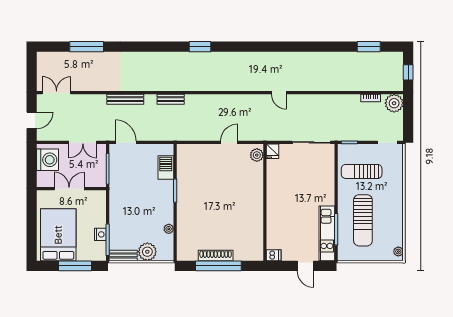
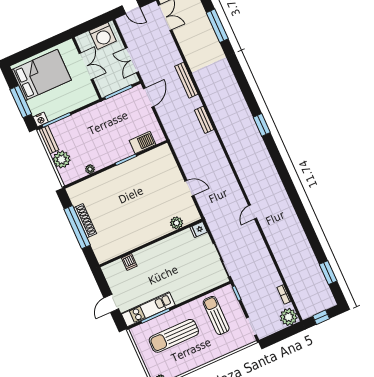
plant: (257, 155) -> (177, 223), moved
nightstand: (100, 234) -> (41, 119), moved
dishwasher: (274, 255) -> (129, 262), moved

